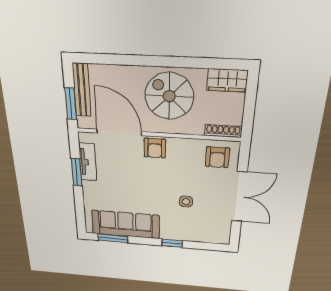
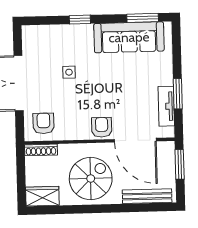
bench: (82, 90) -> (147, 196), moved, turned 90
spiral stairs: (169, 96) -> (91, 179), turned -90

